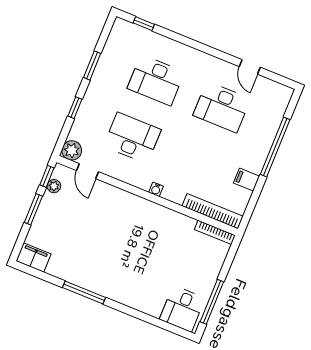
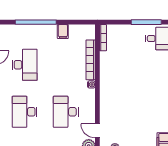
desk: (156, 80) -> (25, 112), turned 180
door: (87, 171) -> (97, 131), swing flipped
bookcase: (213, 211) -> (91, 60), moved

